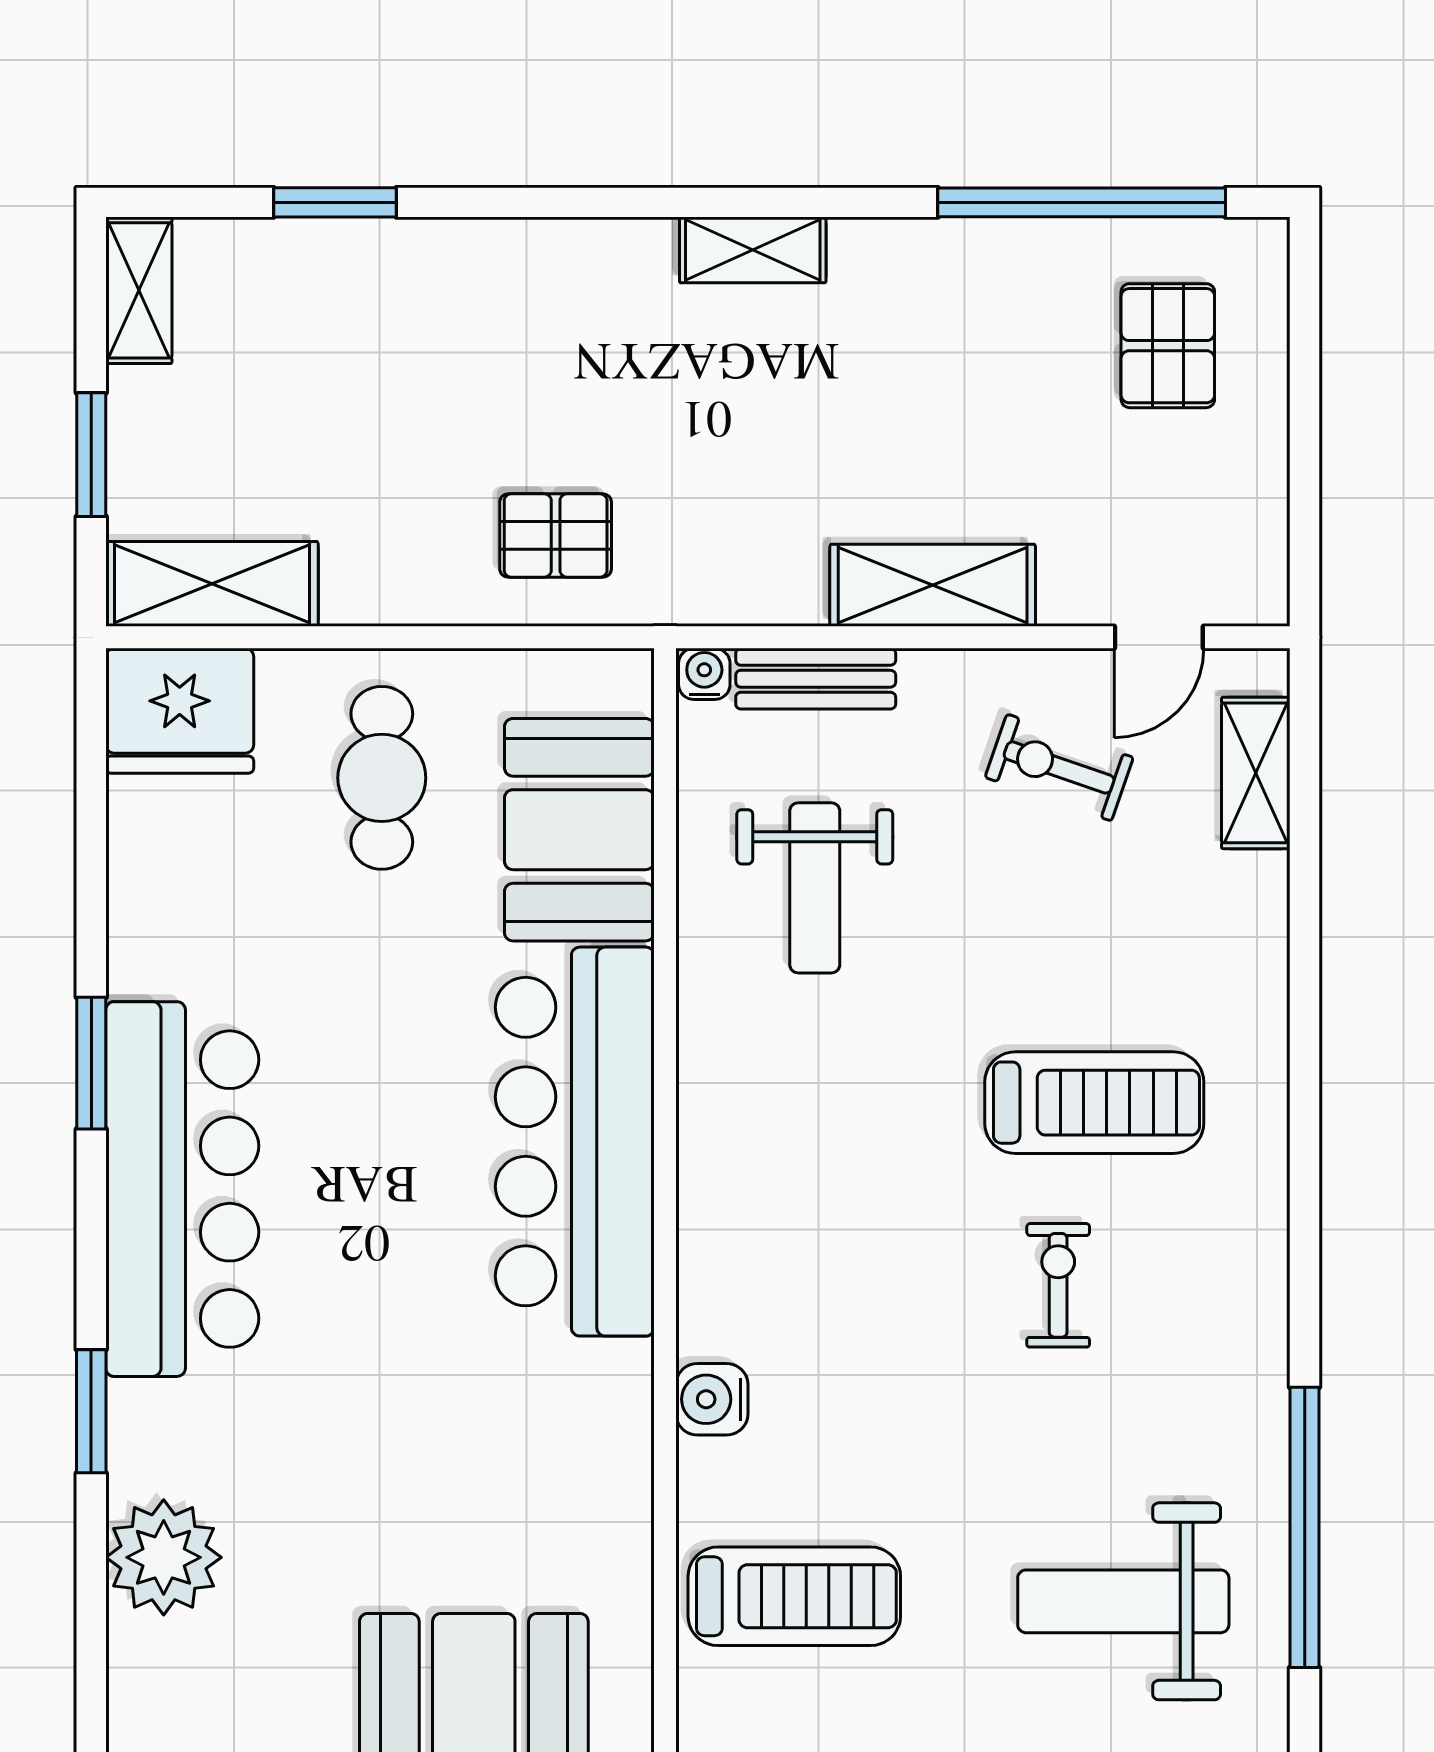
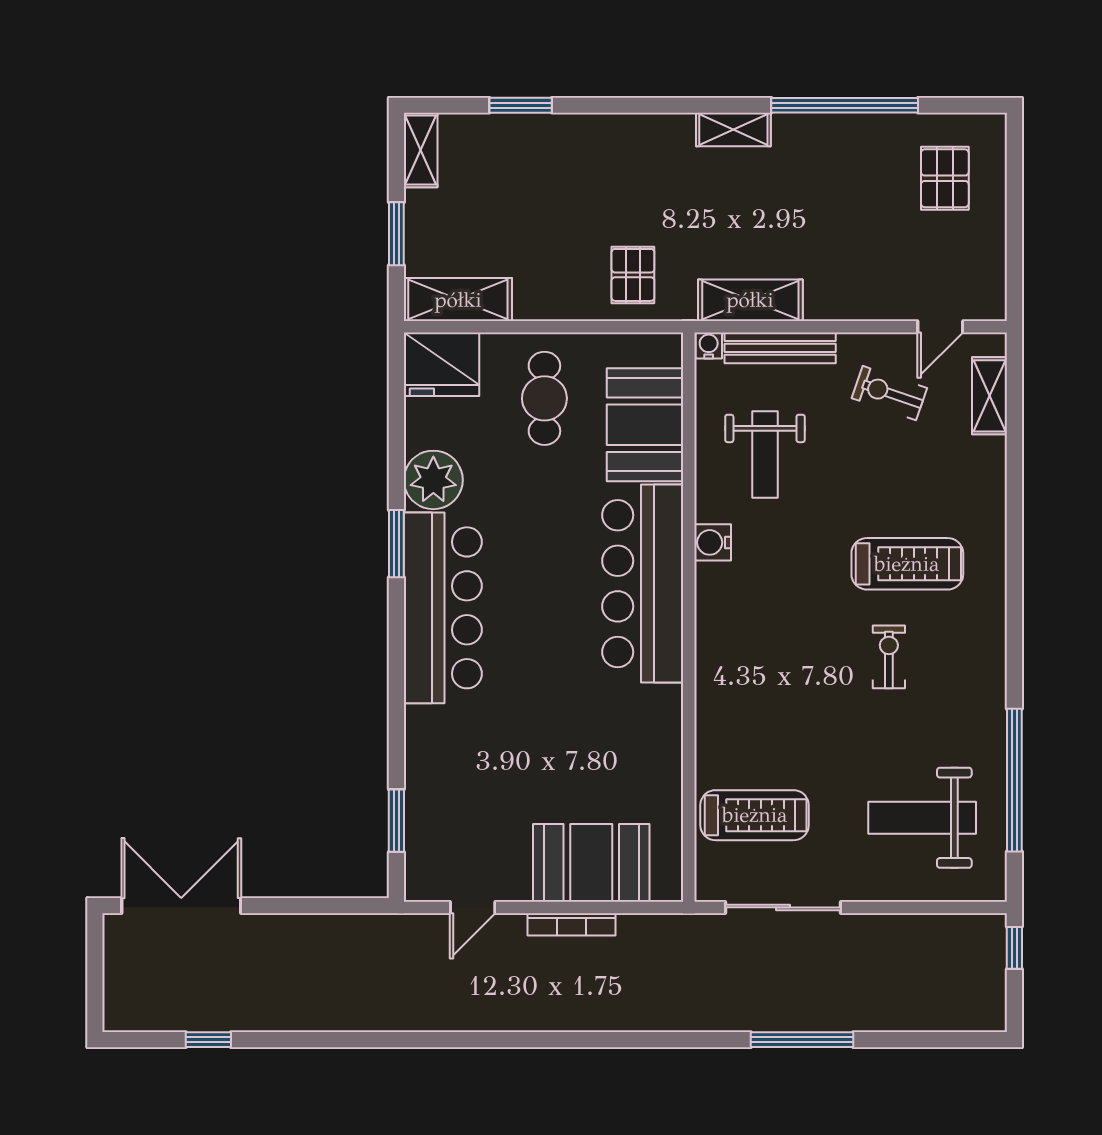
window: (1082, 202) -> (845, 105), moved
pallet: (556, 536) -> (633, 275), turned 90
shelving: (933, 585) -> (750, 300), moved
bench: (816, 679) -> (780, 348), width x1.36
water cooler: (712, 1399) -> (713, 542), moved
window: (91, 1411) -> (396, 821), moved
plant: (164, 1557) -> (433, 480), moved

